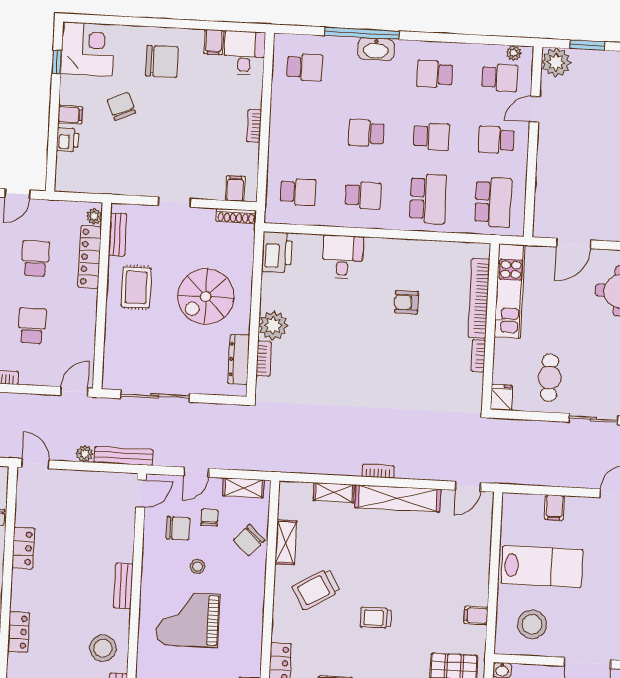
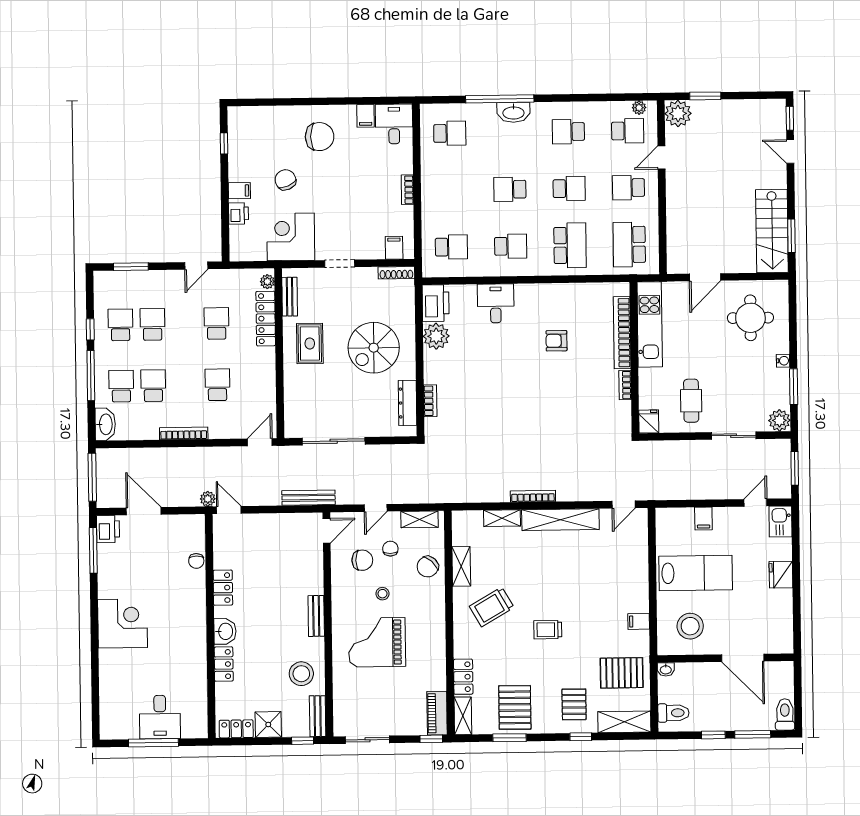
corner desk: (88, 49) -> (291, 237), moved, turned -90
school desk: (493, 202) -> (629, 245), turned 180
plant: (273, 325) -> (436, 336), moved
plant: (85, 454) -> (208, 499), moved
bookcase: (378, 471) -> (533, 496), width x1.56
washbasin: (22, 596) -> (225, 631), added

